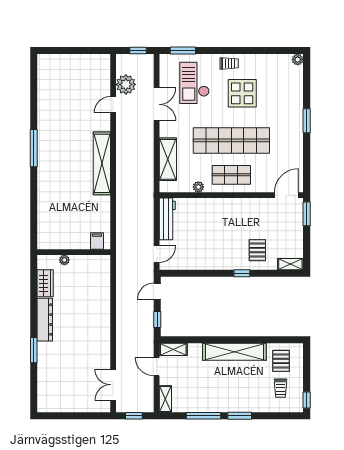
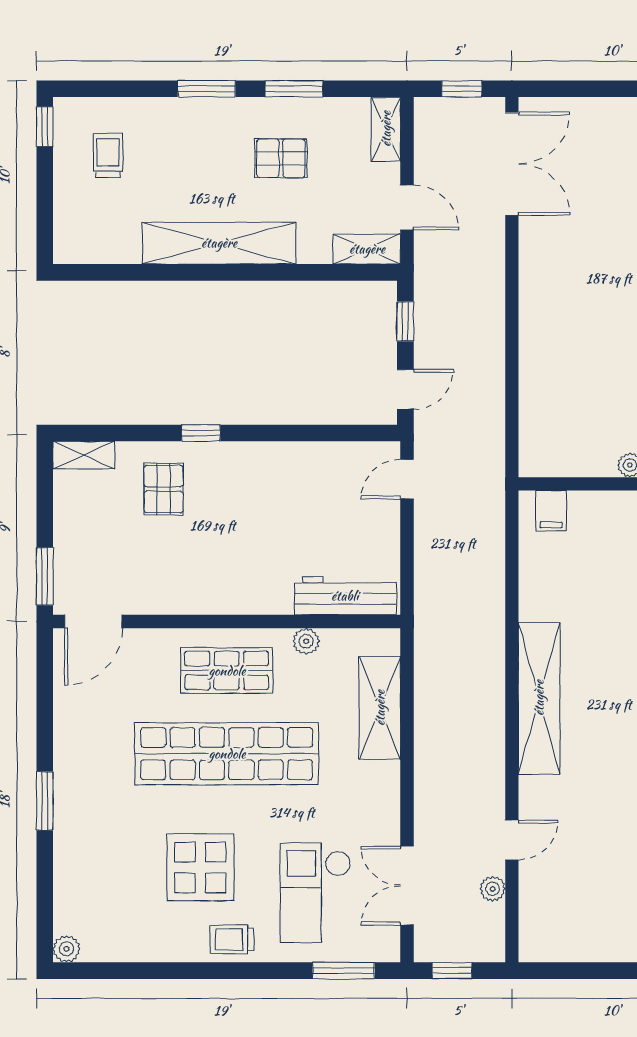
checkout: (195, 83) -> (315, 893), turned 180
plant: (126, 84) -> (493, 889), width x0.53, depth x0.53
double door: (157, 104) -> (407, 886), moved
workbench: (167, 219) -> (345, 596), moved, turned 90
pallet: (281, 361) -> (281, 158), moved, turned 90
double door: (113, 385) -> (512, 164), width x1.37
window: (203, 416) -> (294, 89), width x0.69

